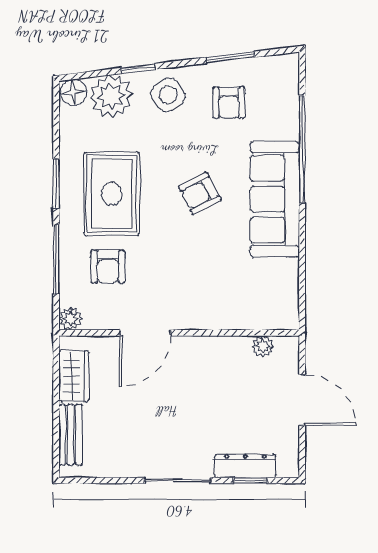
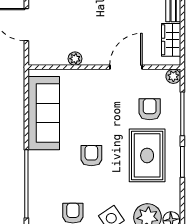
armchair: (200, 193) -> (91, 156), turned -63
sofa: (275, 199) -> (44, 113), moved
plant: (263, 346) -> (75, 59), moved

